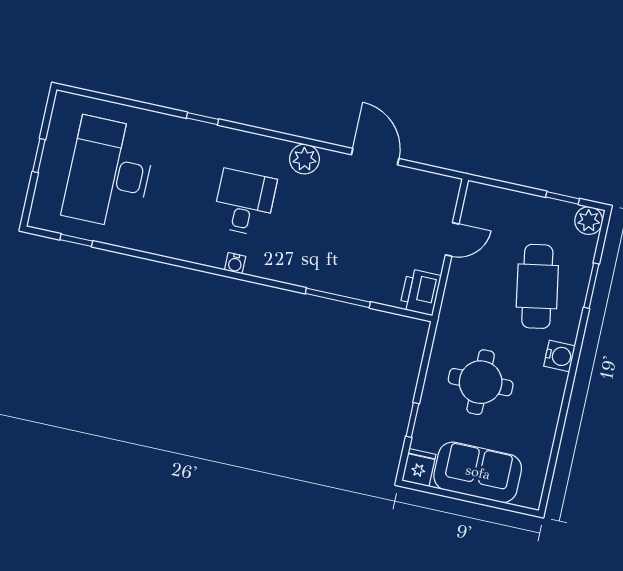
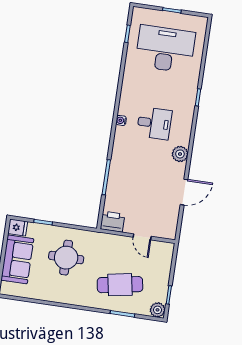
water cooler: (559, 356) -> (83, 299), removed

